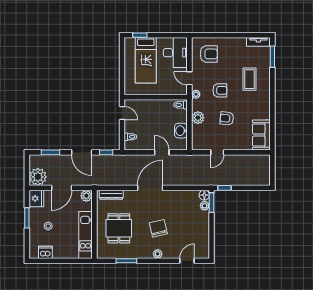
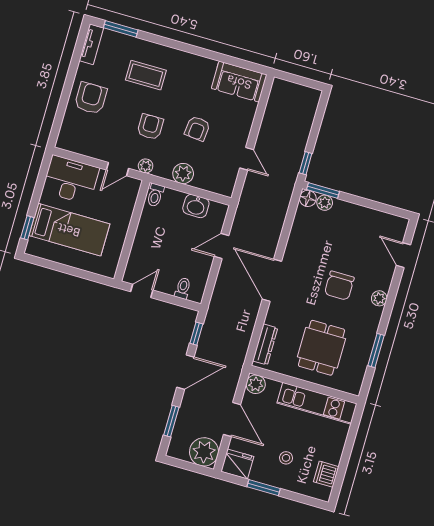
armchair: (209, 54) -> (91, 98), moved
dining table: (119, 228) -> (322, 348), turned 90
chair: (158, 228) -> (339, 286), turned -77

